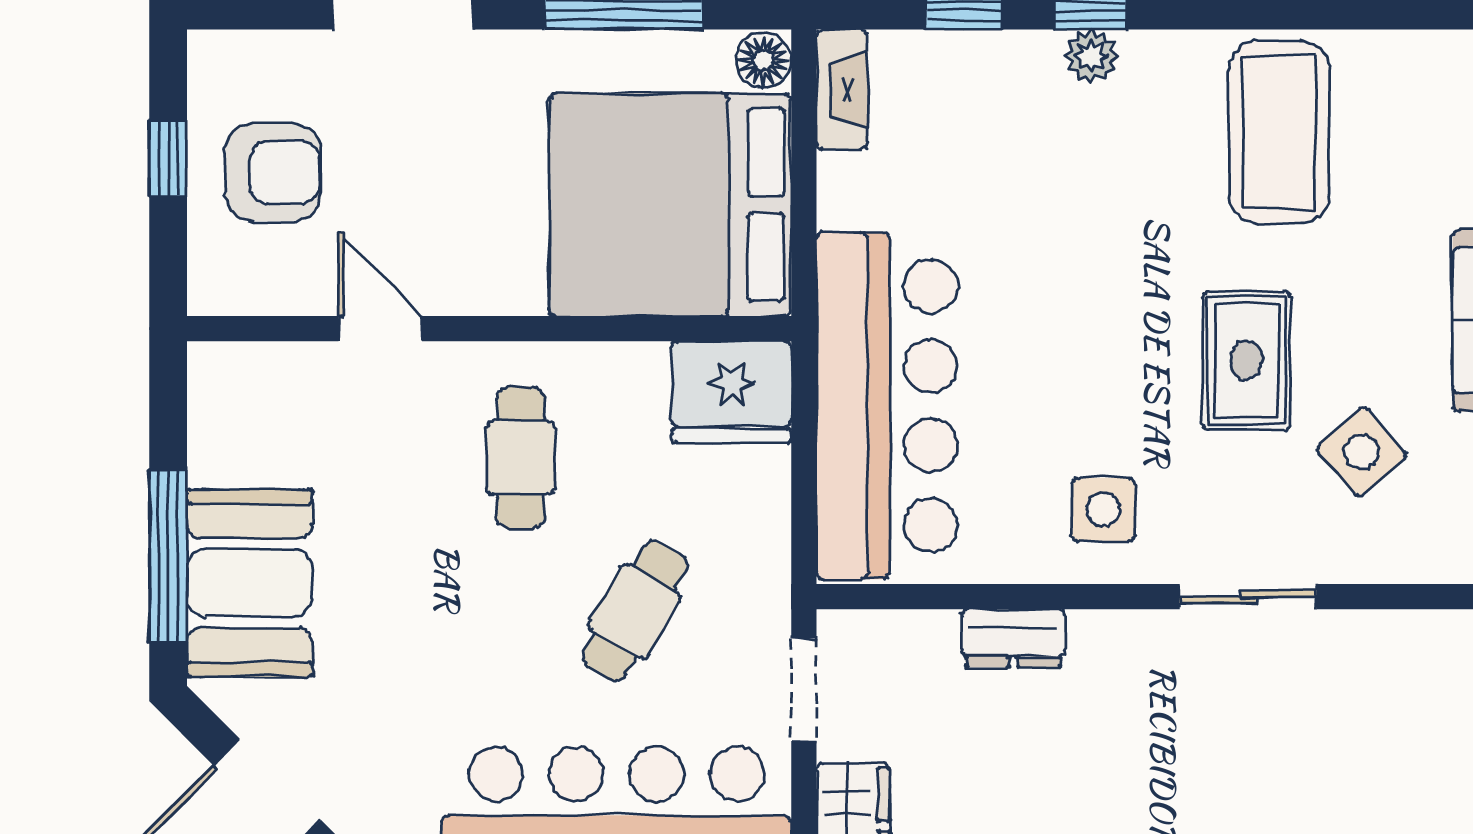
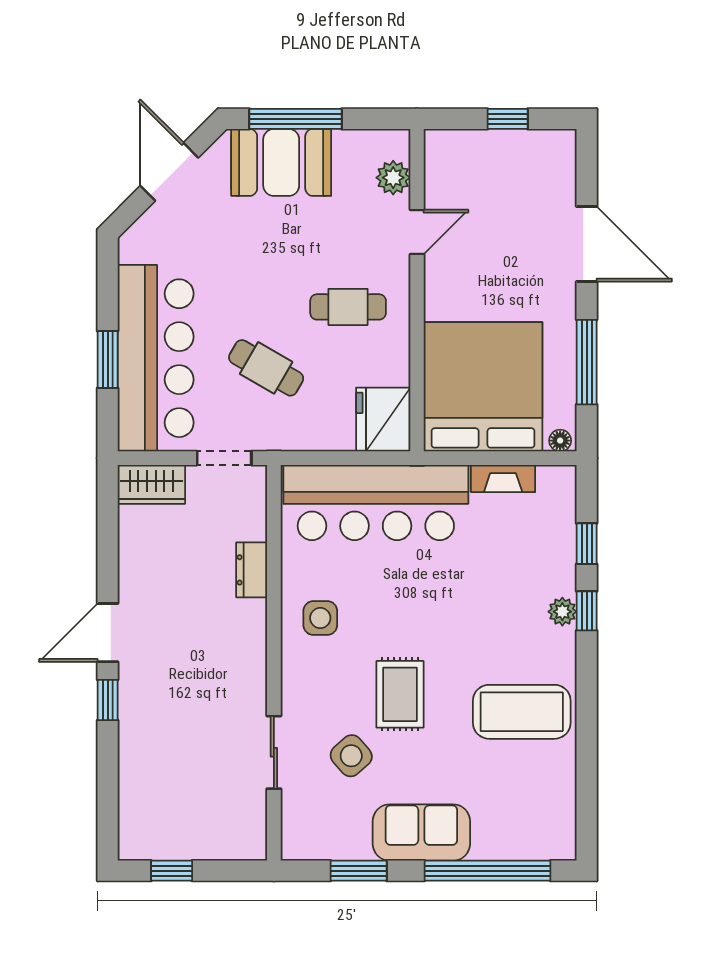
floor lamp: (763, 60) -> (560, 441), width x0.73, depth x0.73
fireplace: (842, 90) -> (503, 478), moved
armchair: (273, 172) -> (500, 175), removed
rug: (1246, 360) -> (400, 694), turned 90
plant: (278, 373) -> (393, 178), added
sliding door: (1248, 597) -> (274, 752), moved

